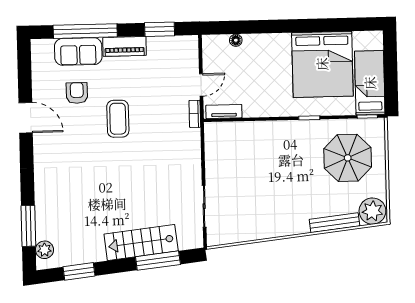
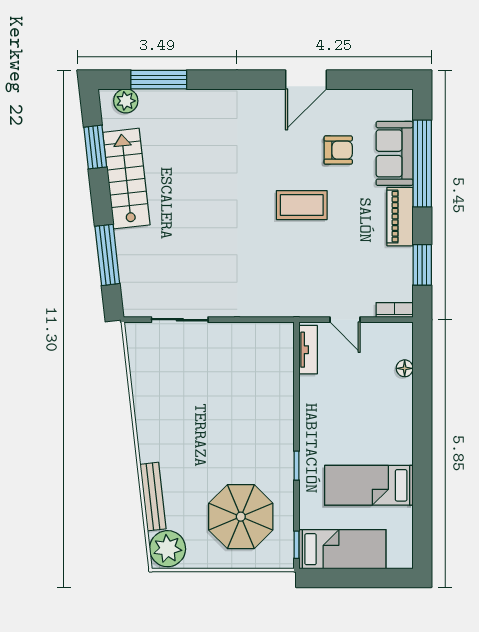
bed: (322, 64) -> (369, 485), width x0.49
bookcase: (195, 114) -> (395, 310), moved
stairs: (141, 243) -> (126, 179), moved

